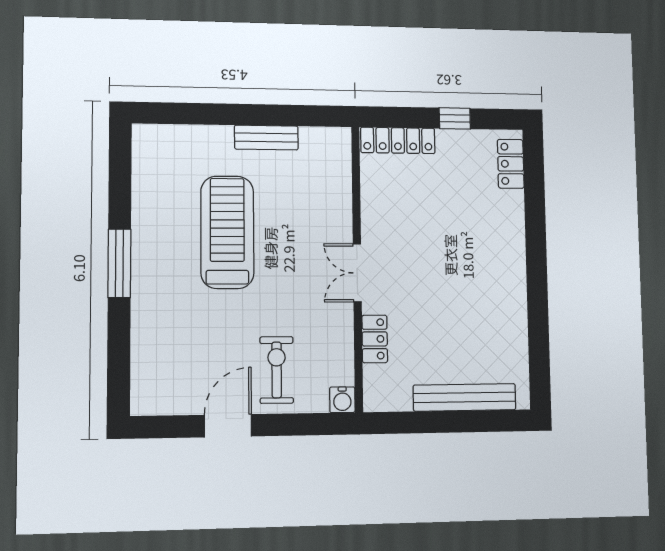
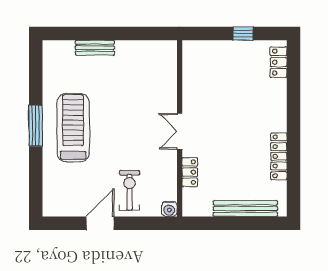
bench: (266, 138) -> (95, 48), moved
locker: (398, 140) -> (279, 156), moved, turned 90
treadmill: (227, 232) -> (73, 128), moved

